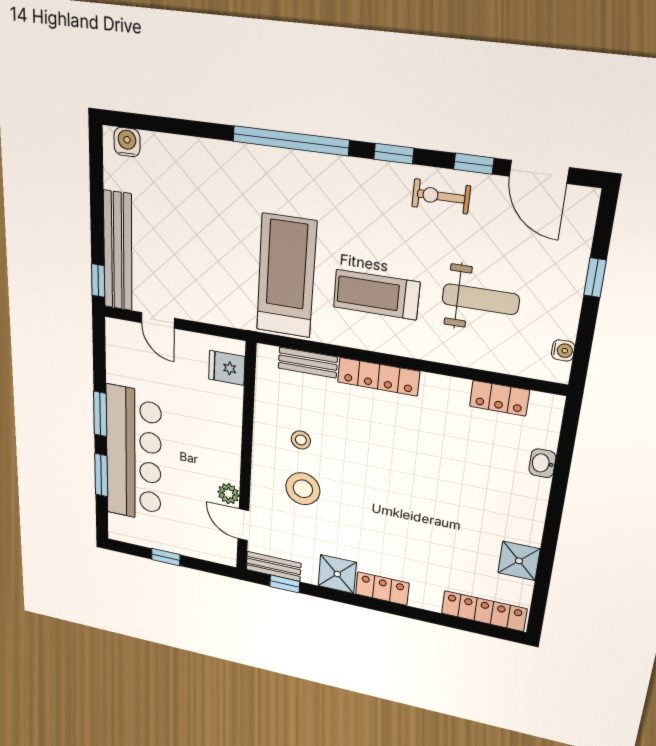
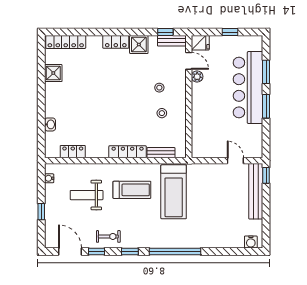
fridge: (227, 368) -> (200, 43), moved
stool: (303, 489) -> (159, 88), width x0.53, depth x0.53

